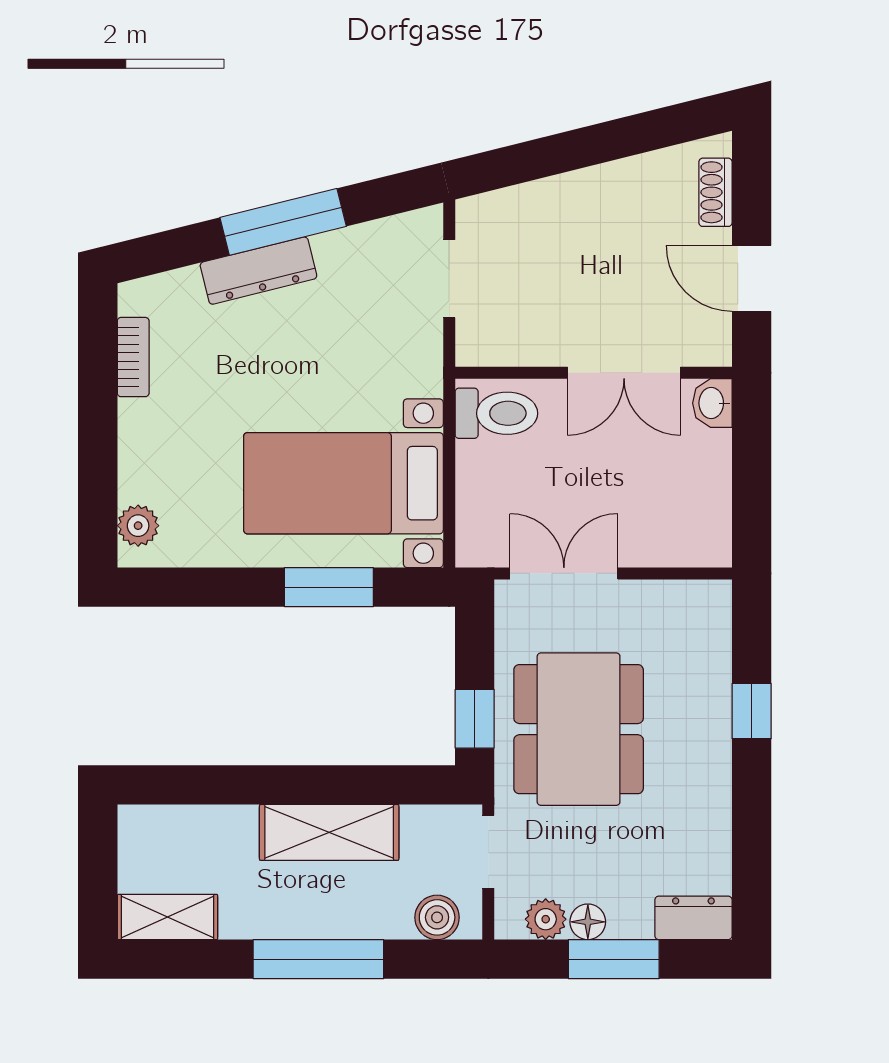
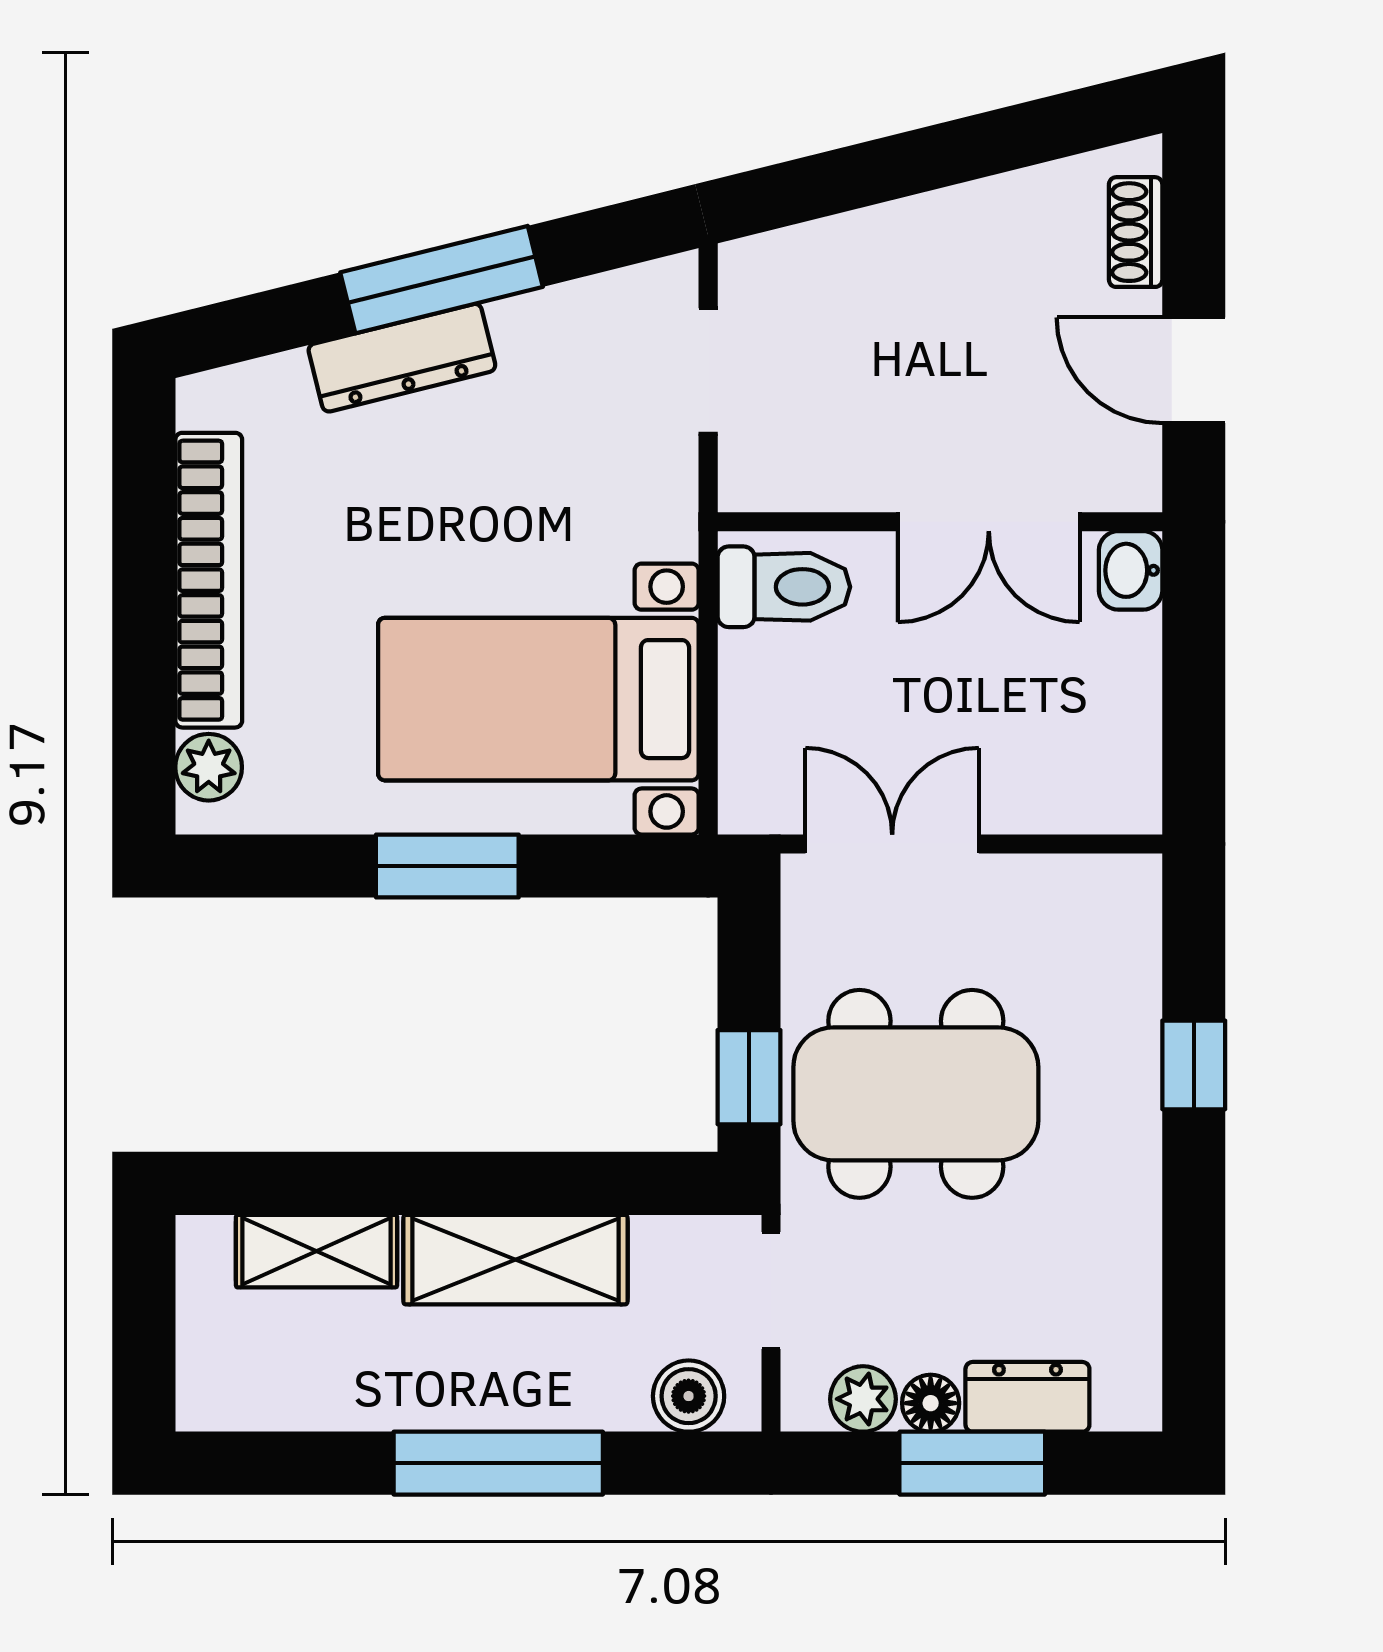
bookcase: (133, 357) -> (209, 580), width x2.31, depth x1.31
window: (329, 587) -> (447, 866), moved
dining table: (579, 729) -> (916, 1094), turned 90
shelving: (168, 917) -> (317, 1251), moved
dresser: (693, 918) -> (1027, 1397), moved

